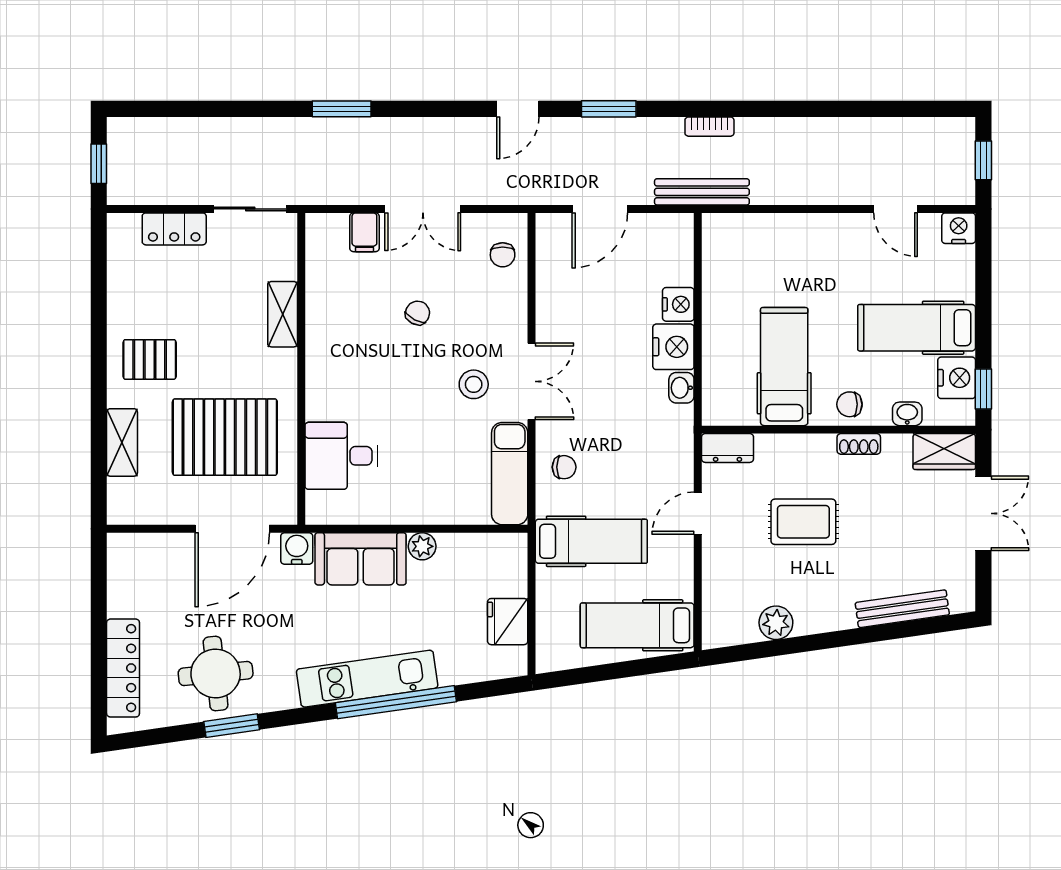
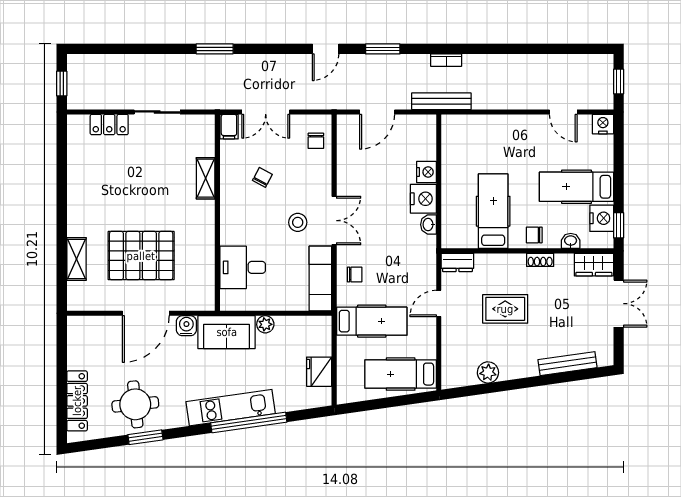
shelving: (283, 314) -> (206, 178), moved
pallet: (150, 359) -> (94, 207), removed
wall: (301, 369) -> (217, 213), moved
desk: (341, 456) -> (243, 267), moved

